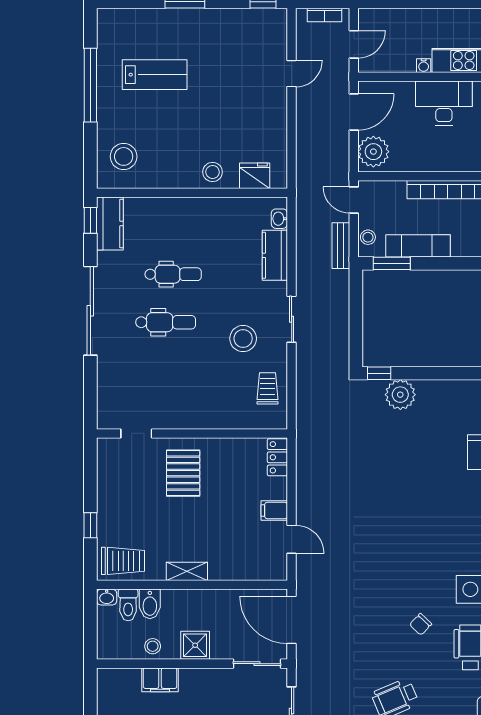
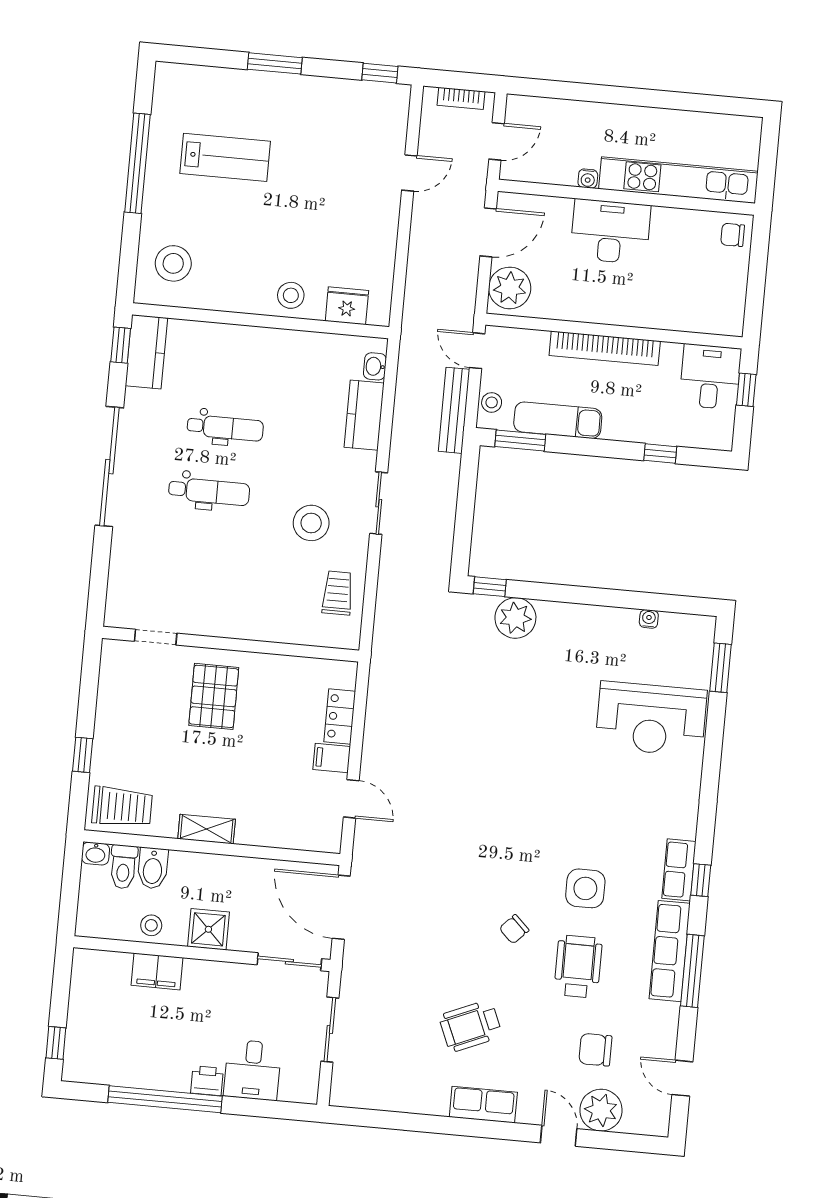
bench: (341, 246) -> (454, 410), width x1.36
locker: (277, 457) -> (340, 716), moved

